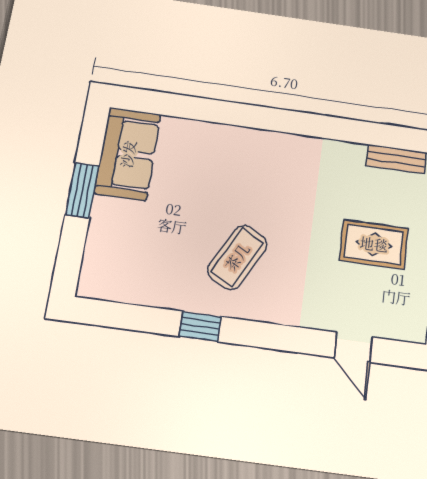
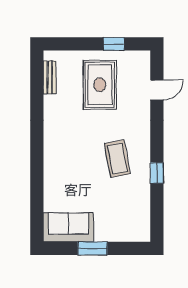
rug: (374, 244) -> (100, 85), width x1.36, depth x1.43
coffee table: (237, 257) -> (117, 159), turned 51

